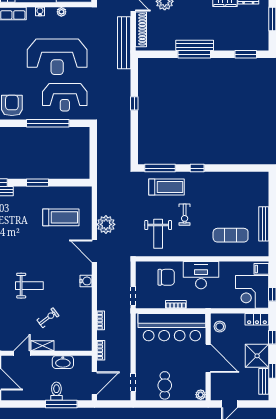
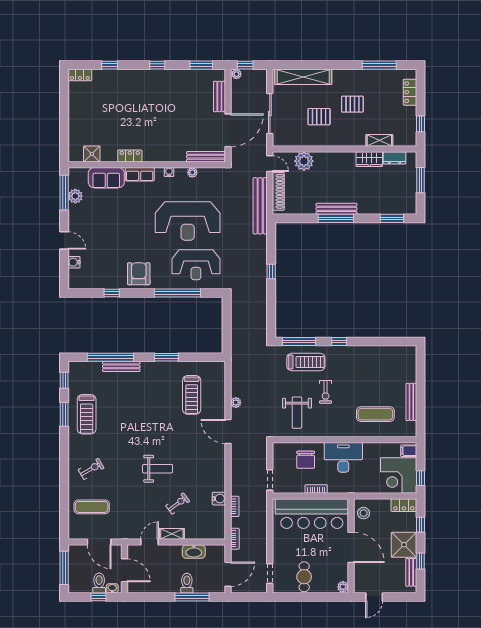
treadmill: (61, 217) -> (192, 395), turned 90
plant: (106, 224) -> (236, 403), width x0.53, depth x0.53
chair: (166, 277) -> (306, 460), turned 90
water cooler: (86, 281) -> (219, 499), moved

